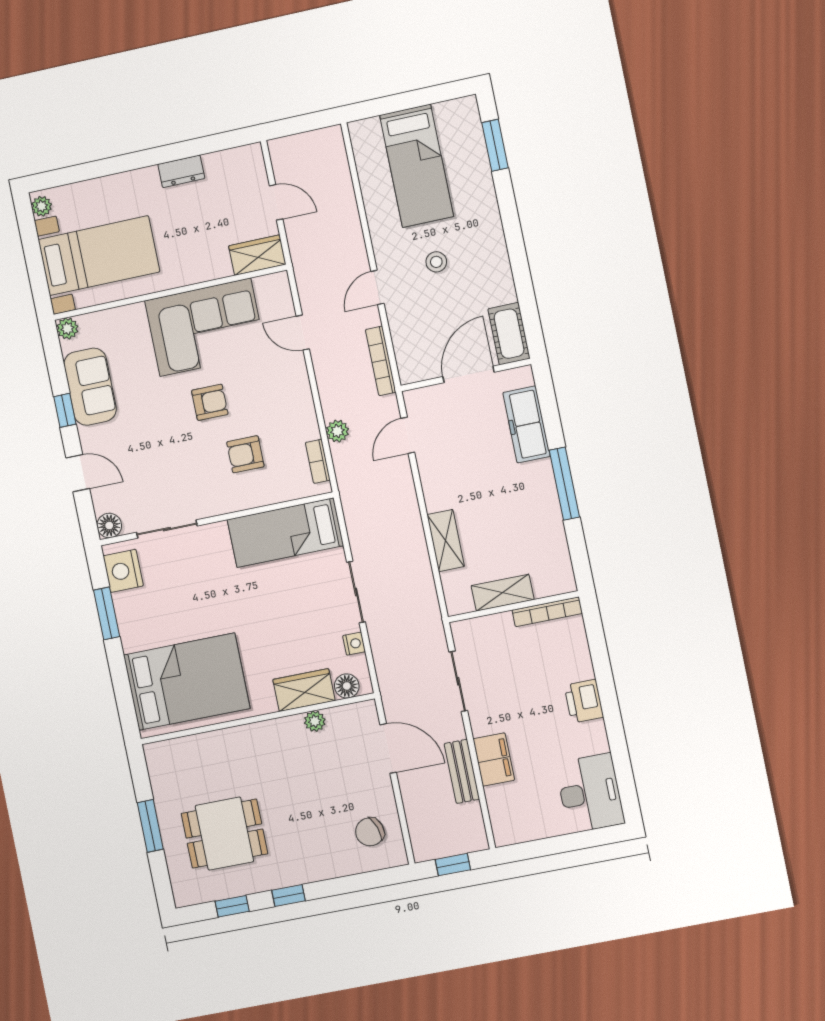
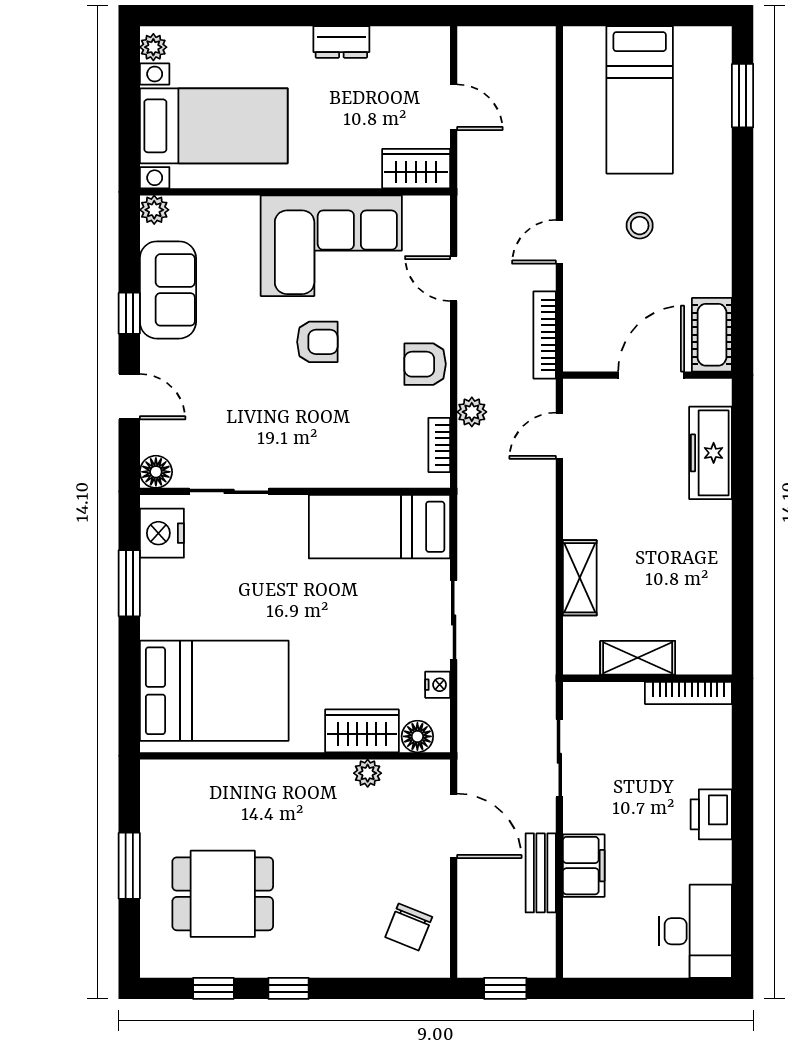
armchair: (245, 454) -> (425, 364), moved
window: (564, 484) -> (743, 537), removed
chair: (370, 832) -> (409, 927), turned -49

